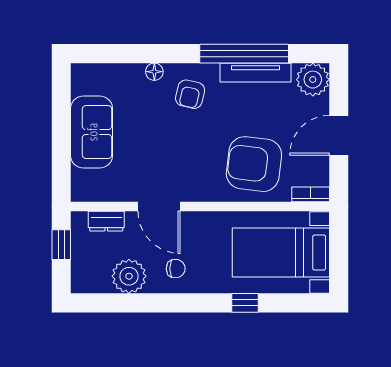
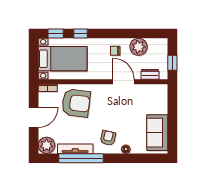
sofa: (92, 132) -> (157, 133), moved
window: (295, 303) -> (56, 34), added

